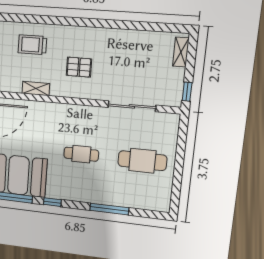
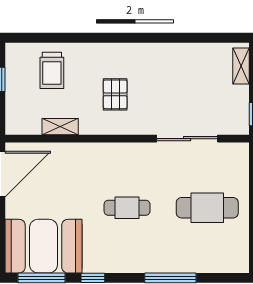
trolley: (32, 45) -> (52, 70), turned -90
pallet: (79, 67) -> (115, 94), turned 90

